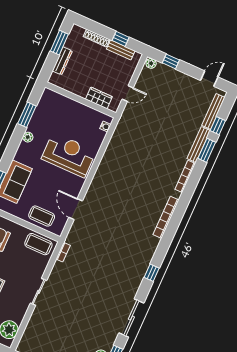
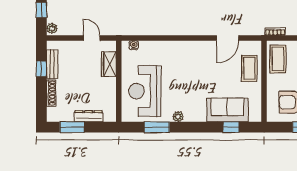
reception desk: (69, 155) -> (145, 91), moved

